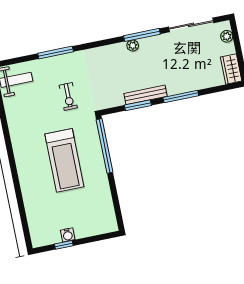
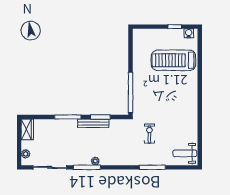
treadmill: (64, 160) -> (173, 60), moved, turned -90
water cooler: (68, 235) -> (189, 33), moved

